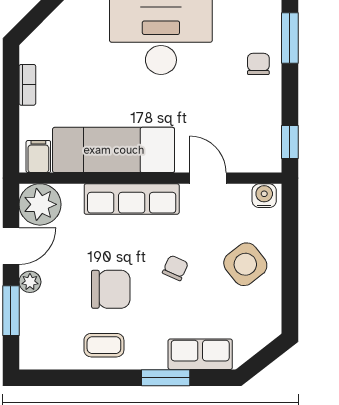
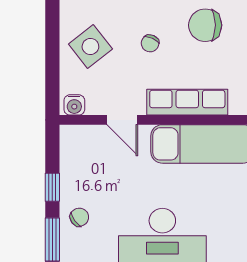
chair: (258, 64) -> (79, 217), turned -125
window: (290, 142) -> (52, 187), moved

